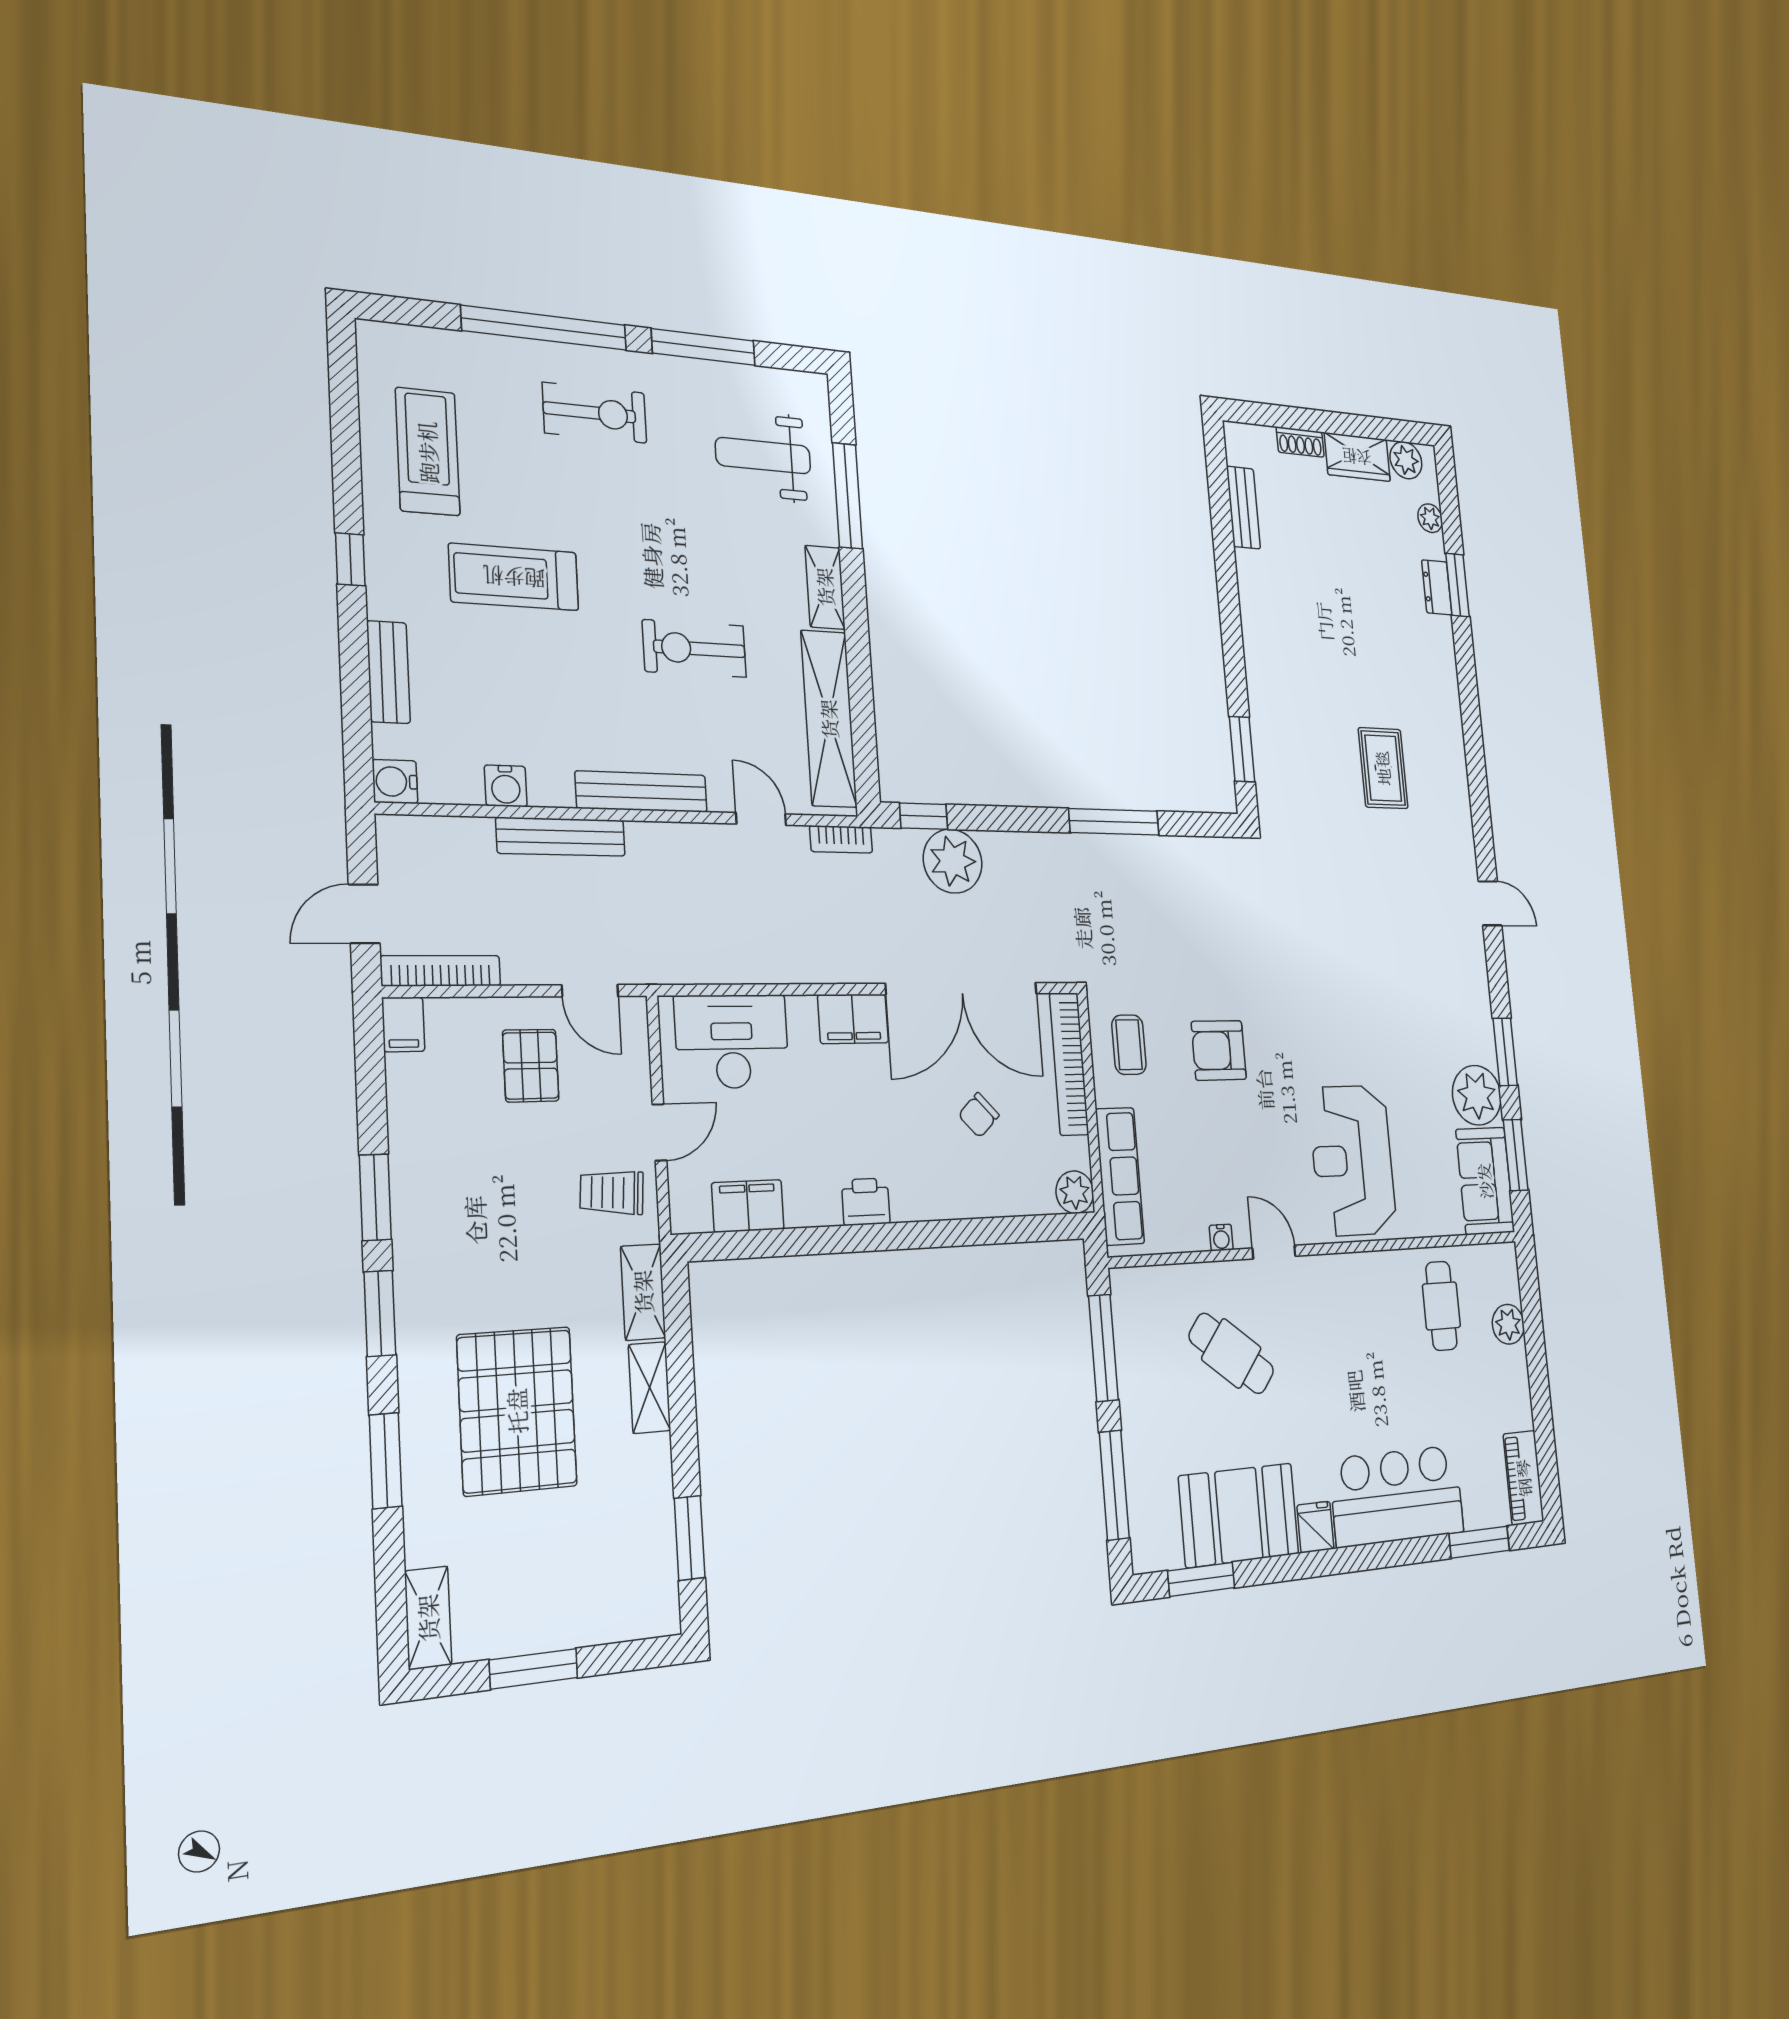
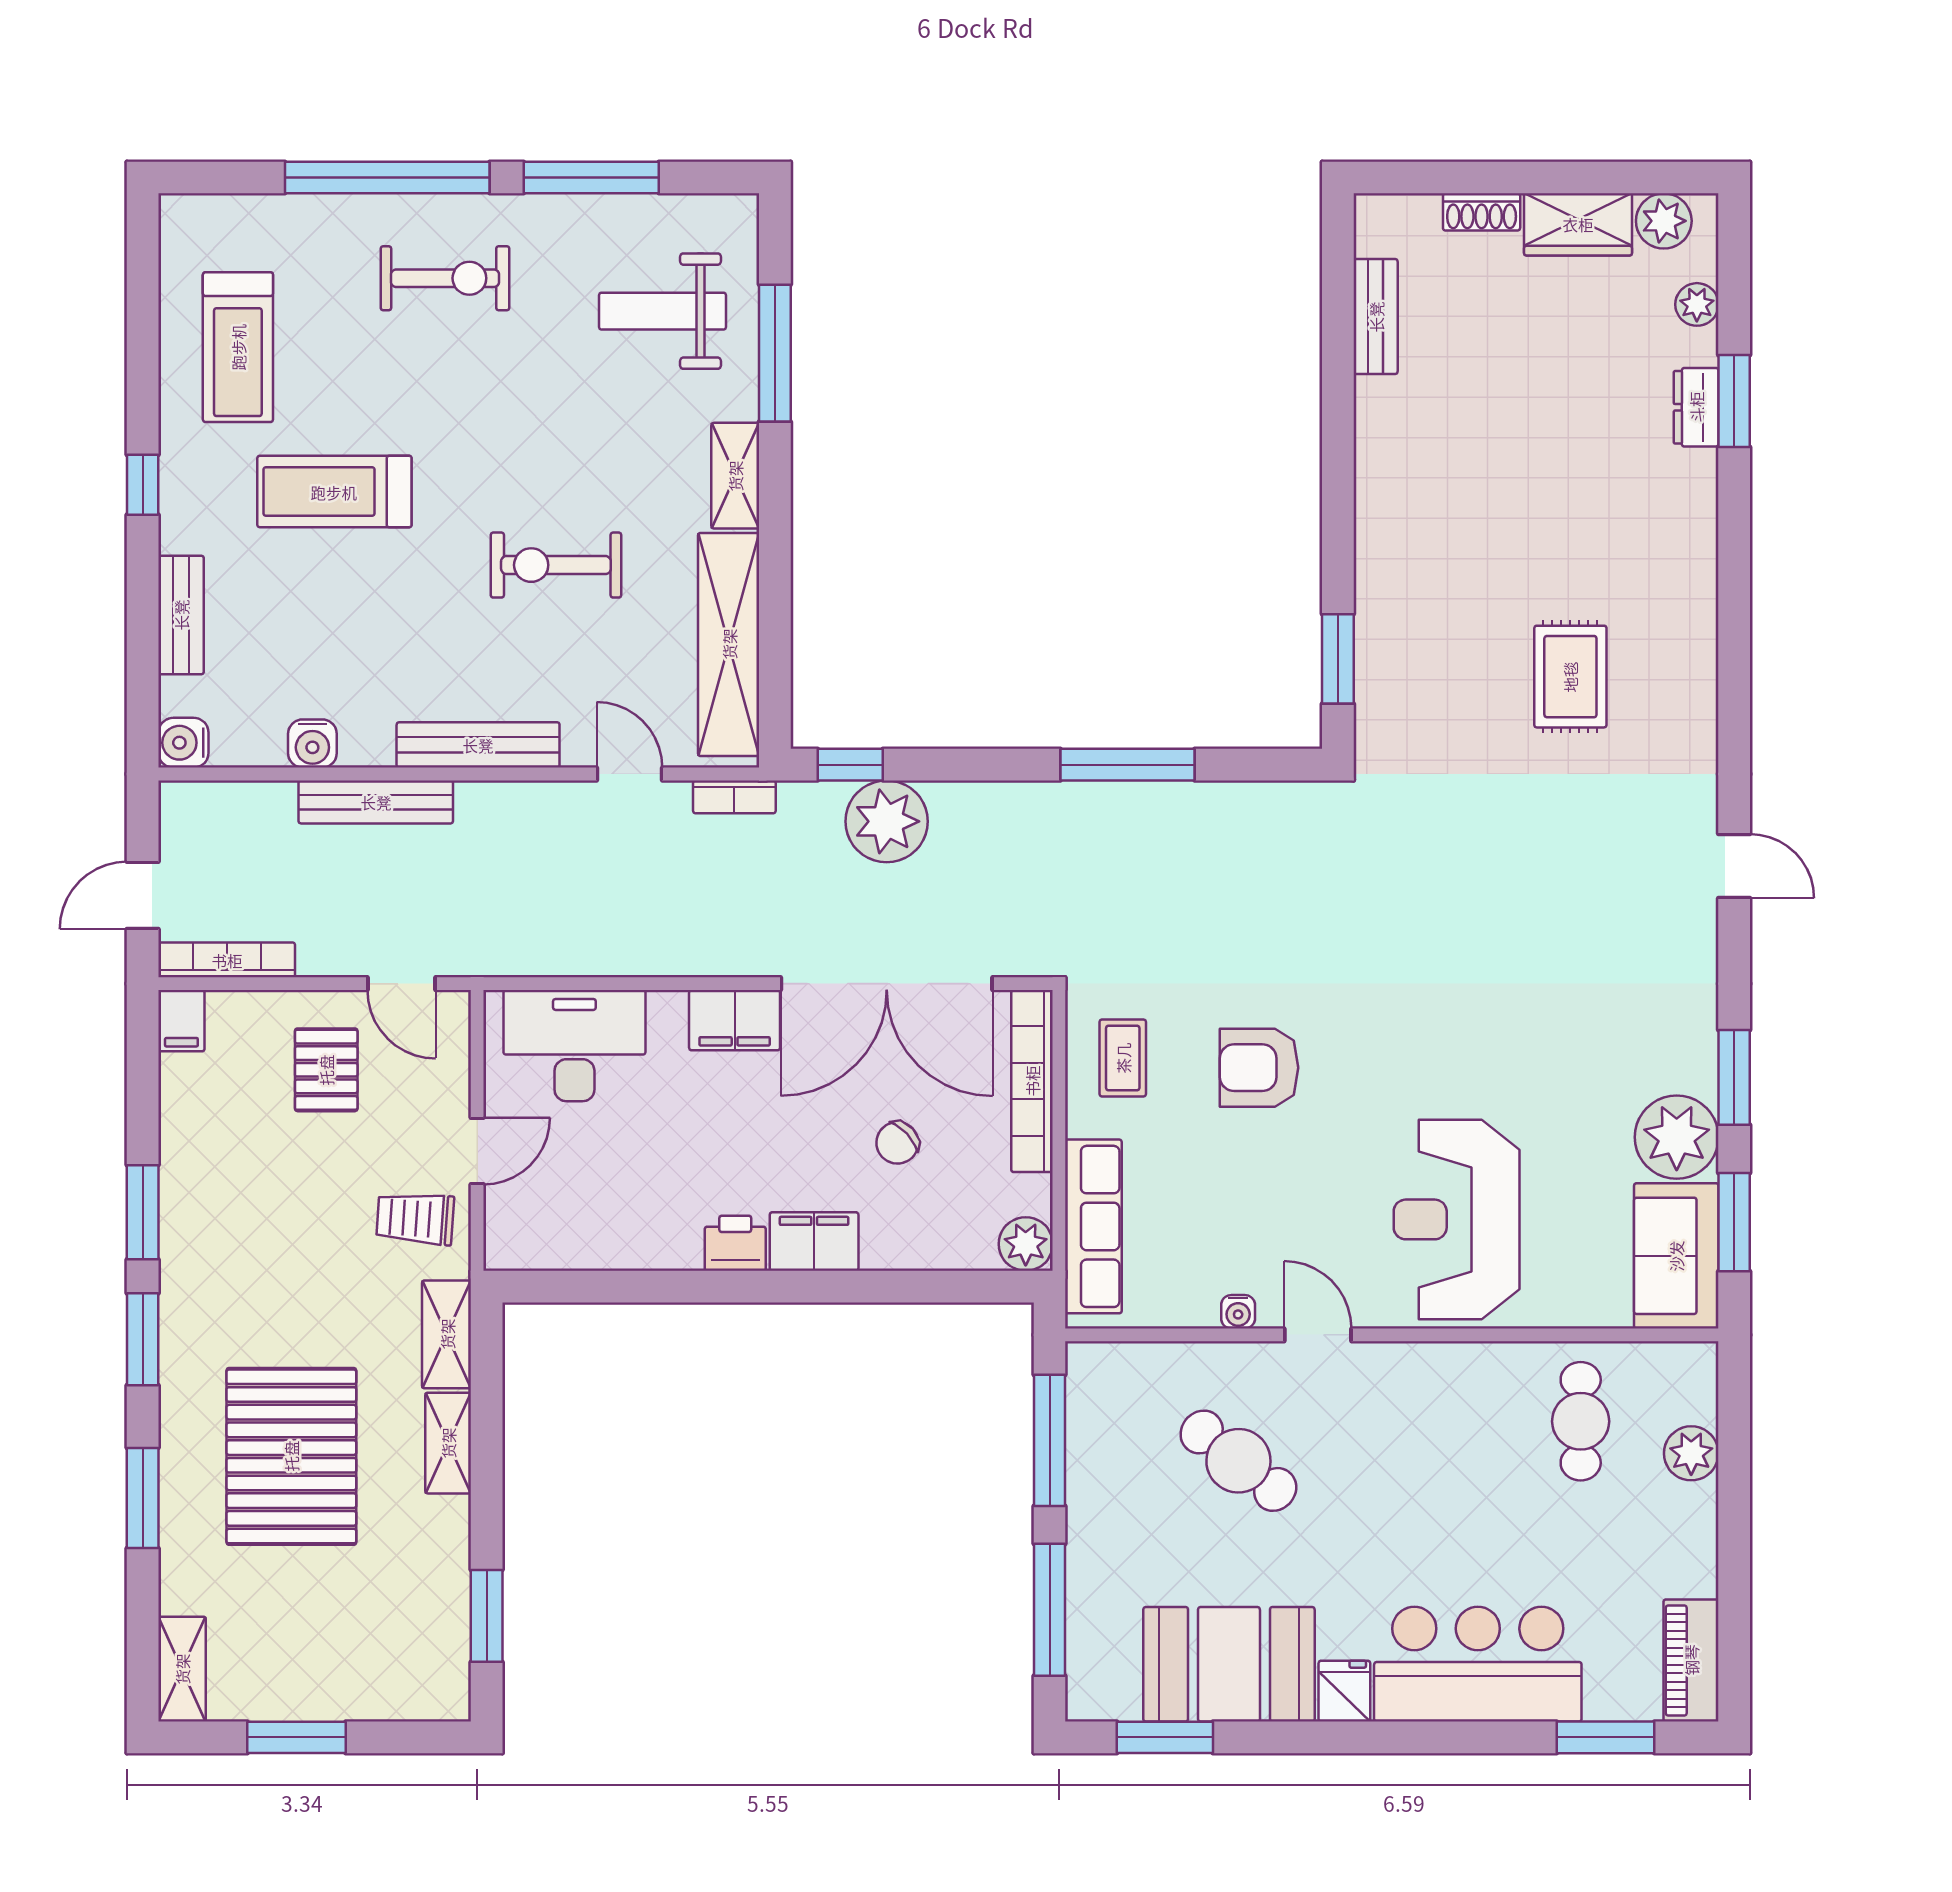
treadmill: (428, 452) -> (238, 347), turned 180
filing cabinet: (748, 1206) -> (814, 1241), moved

